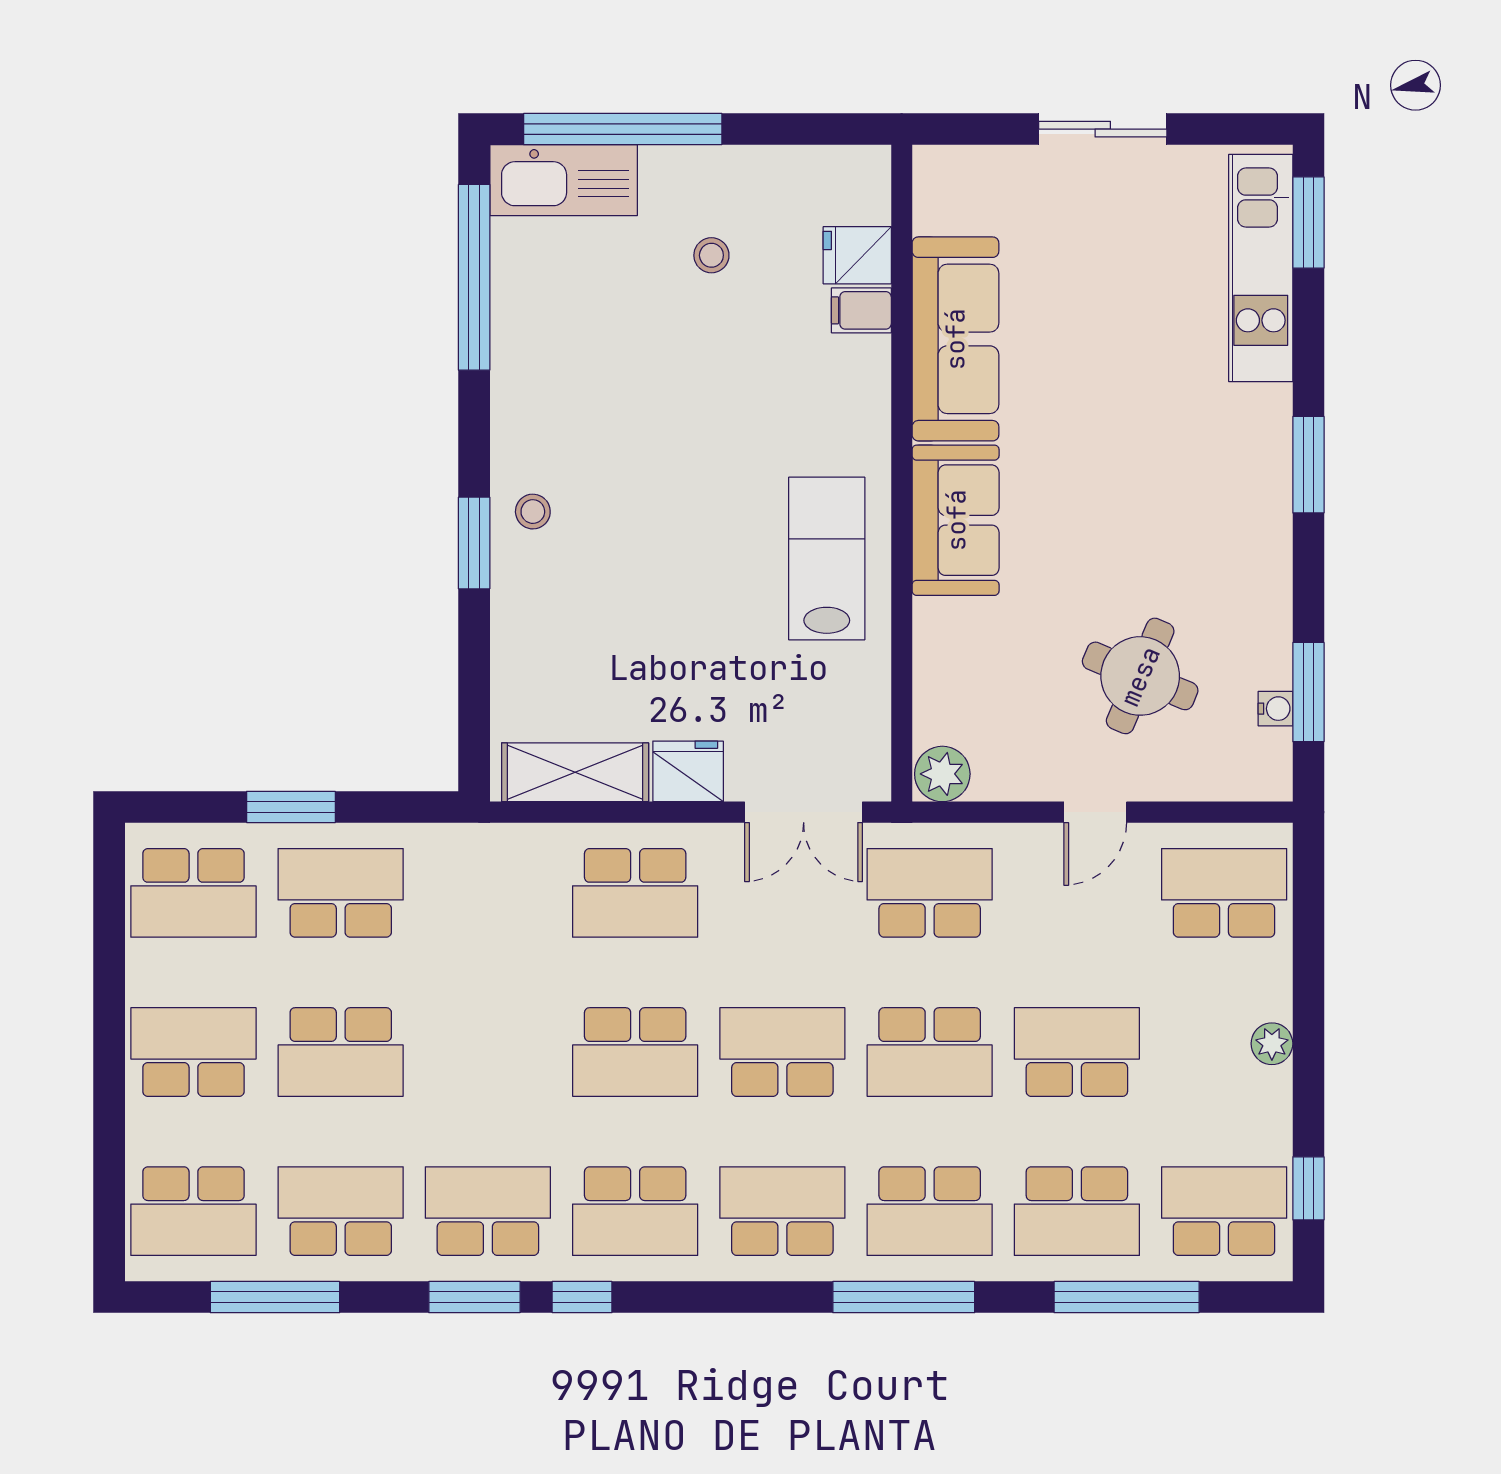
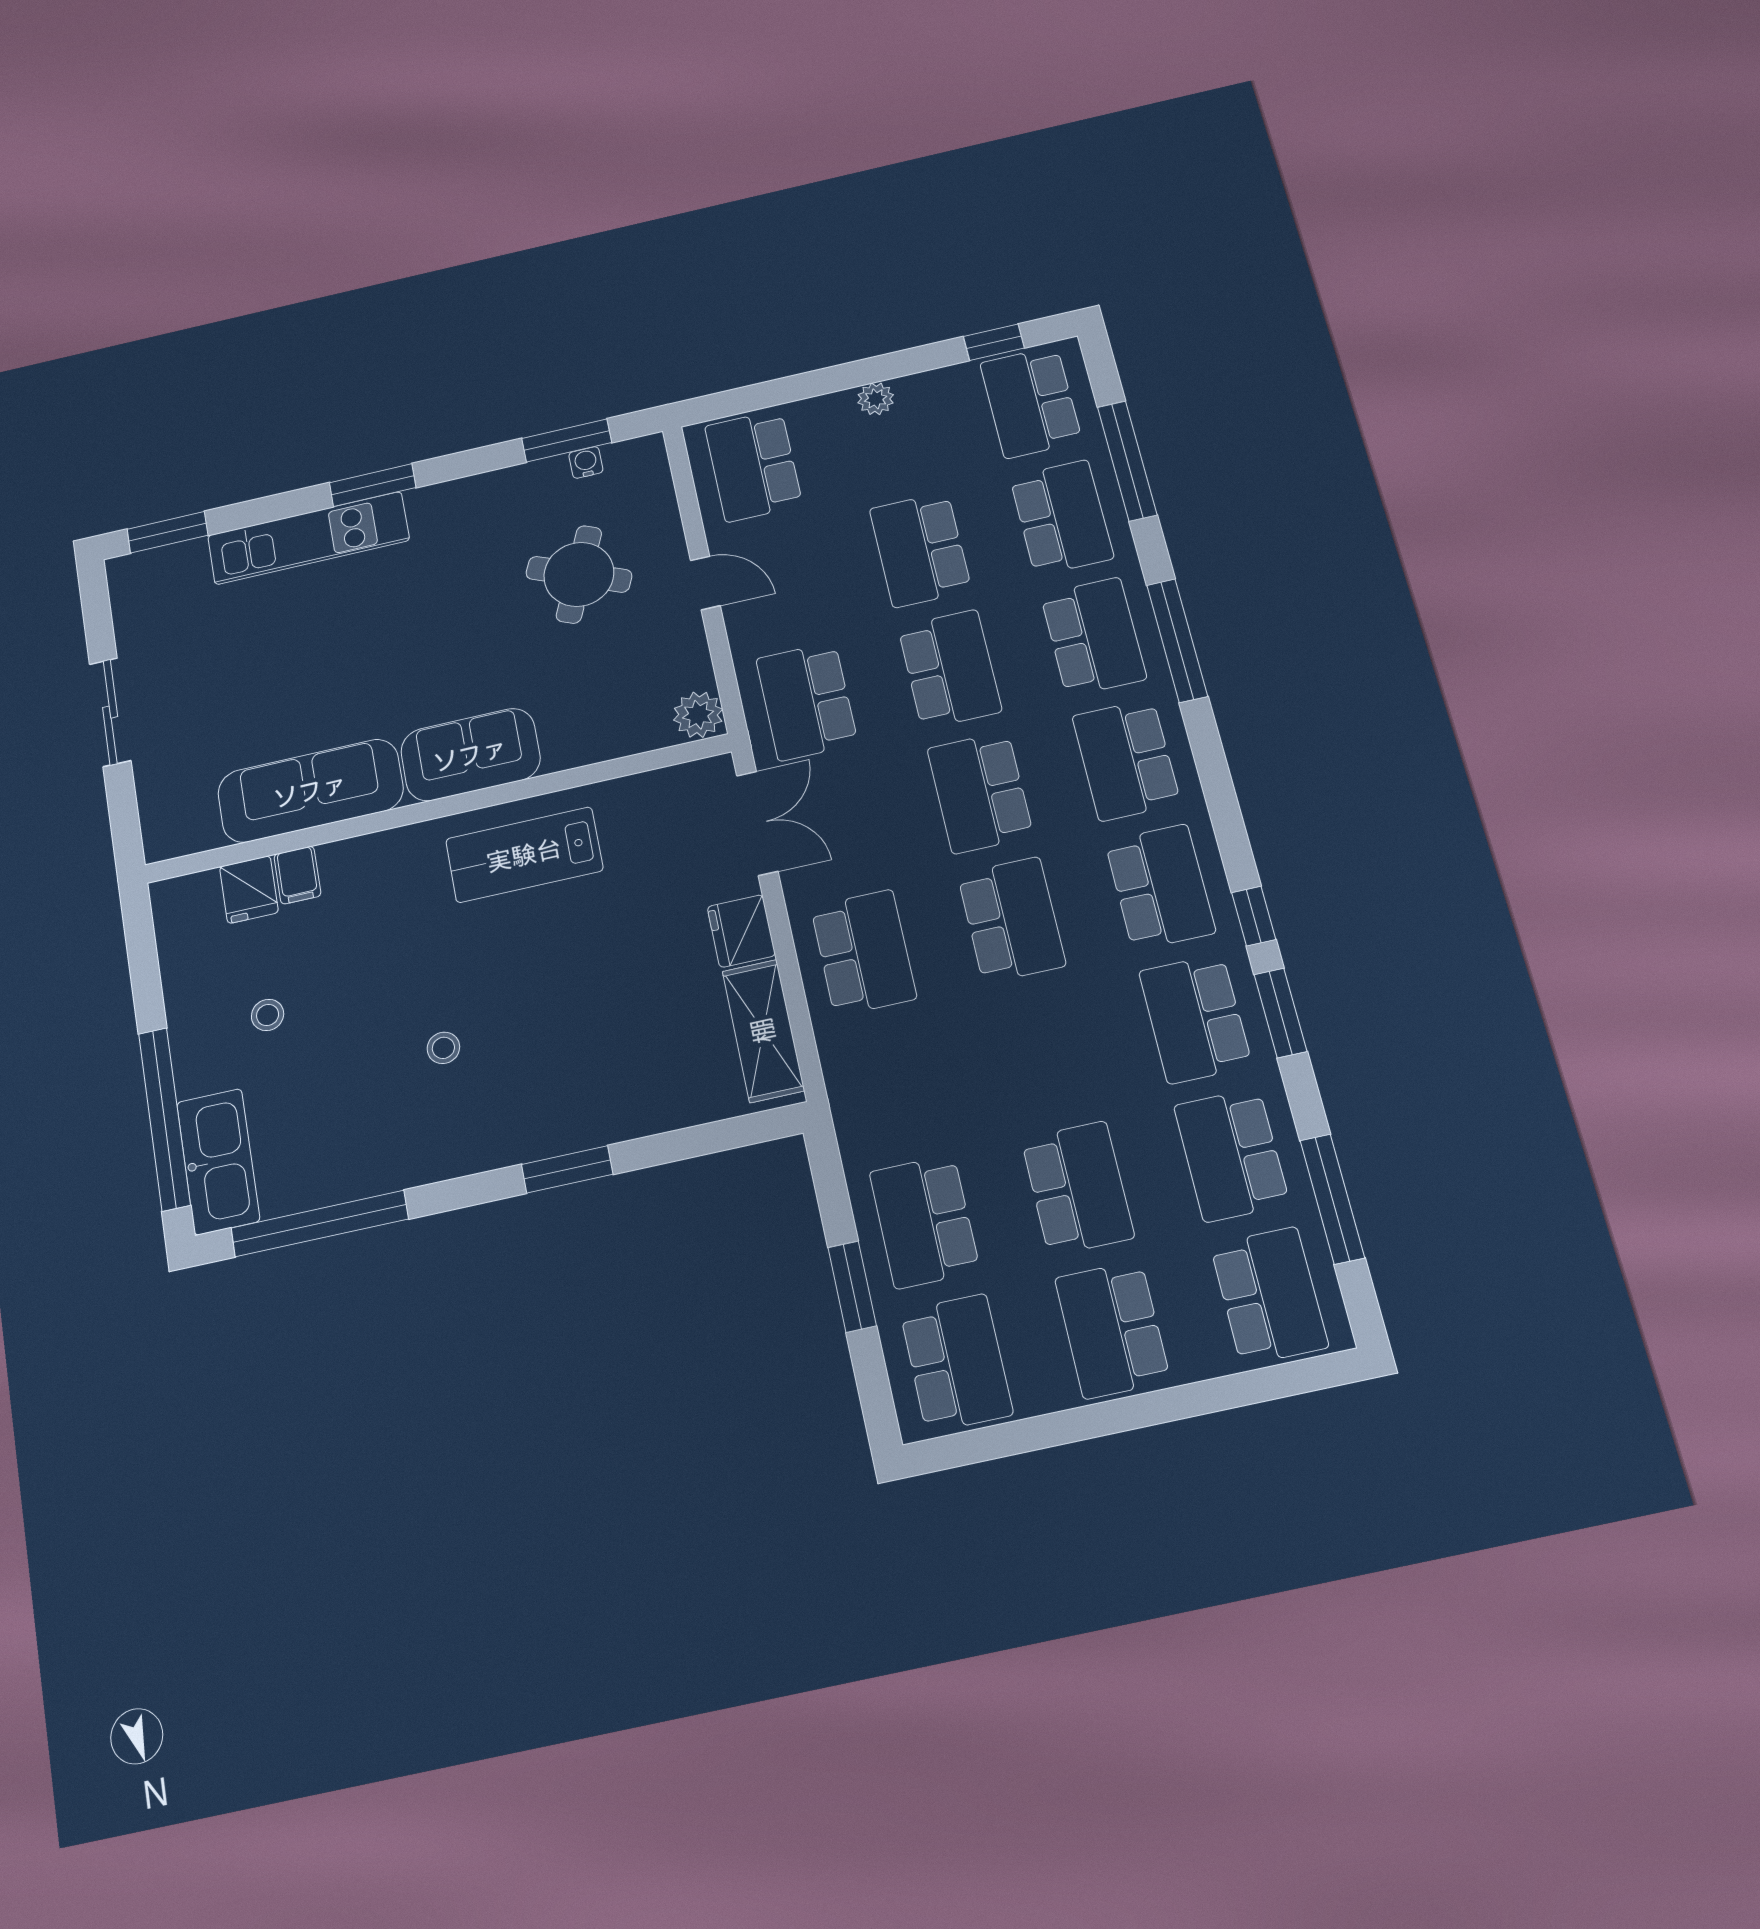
kitchen unit: (1261, 268) -> (308, 538), moved
stool: (533, 512) -> (443, 1048), moved

